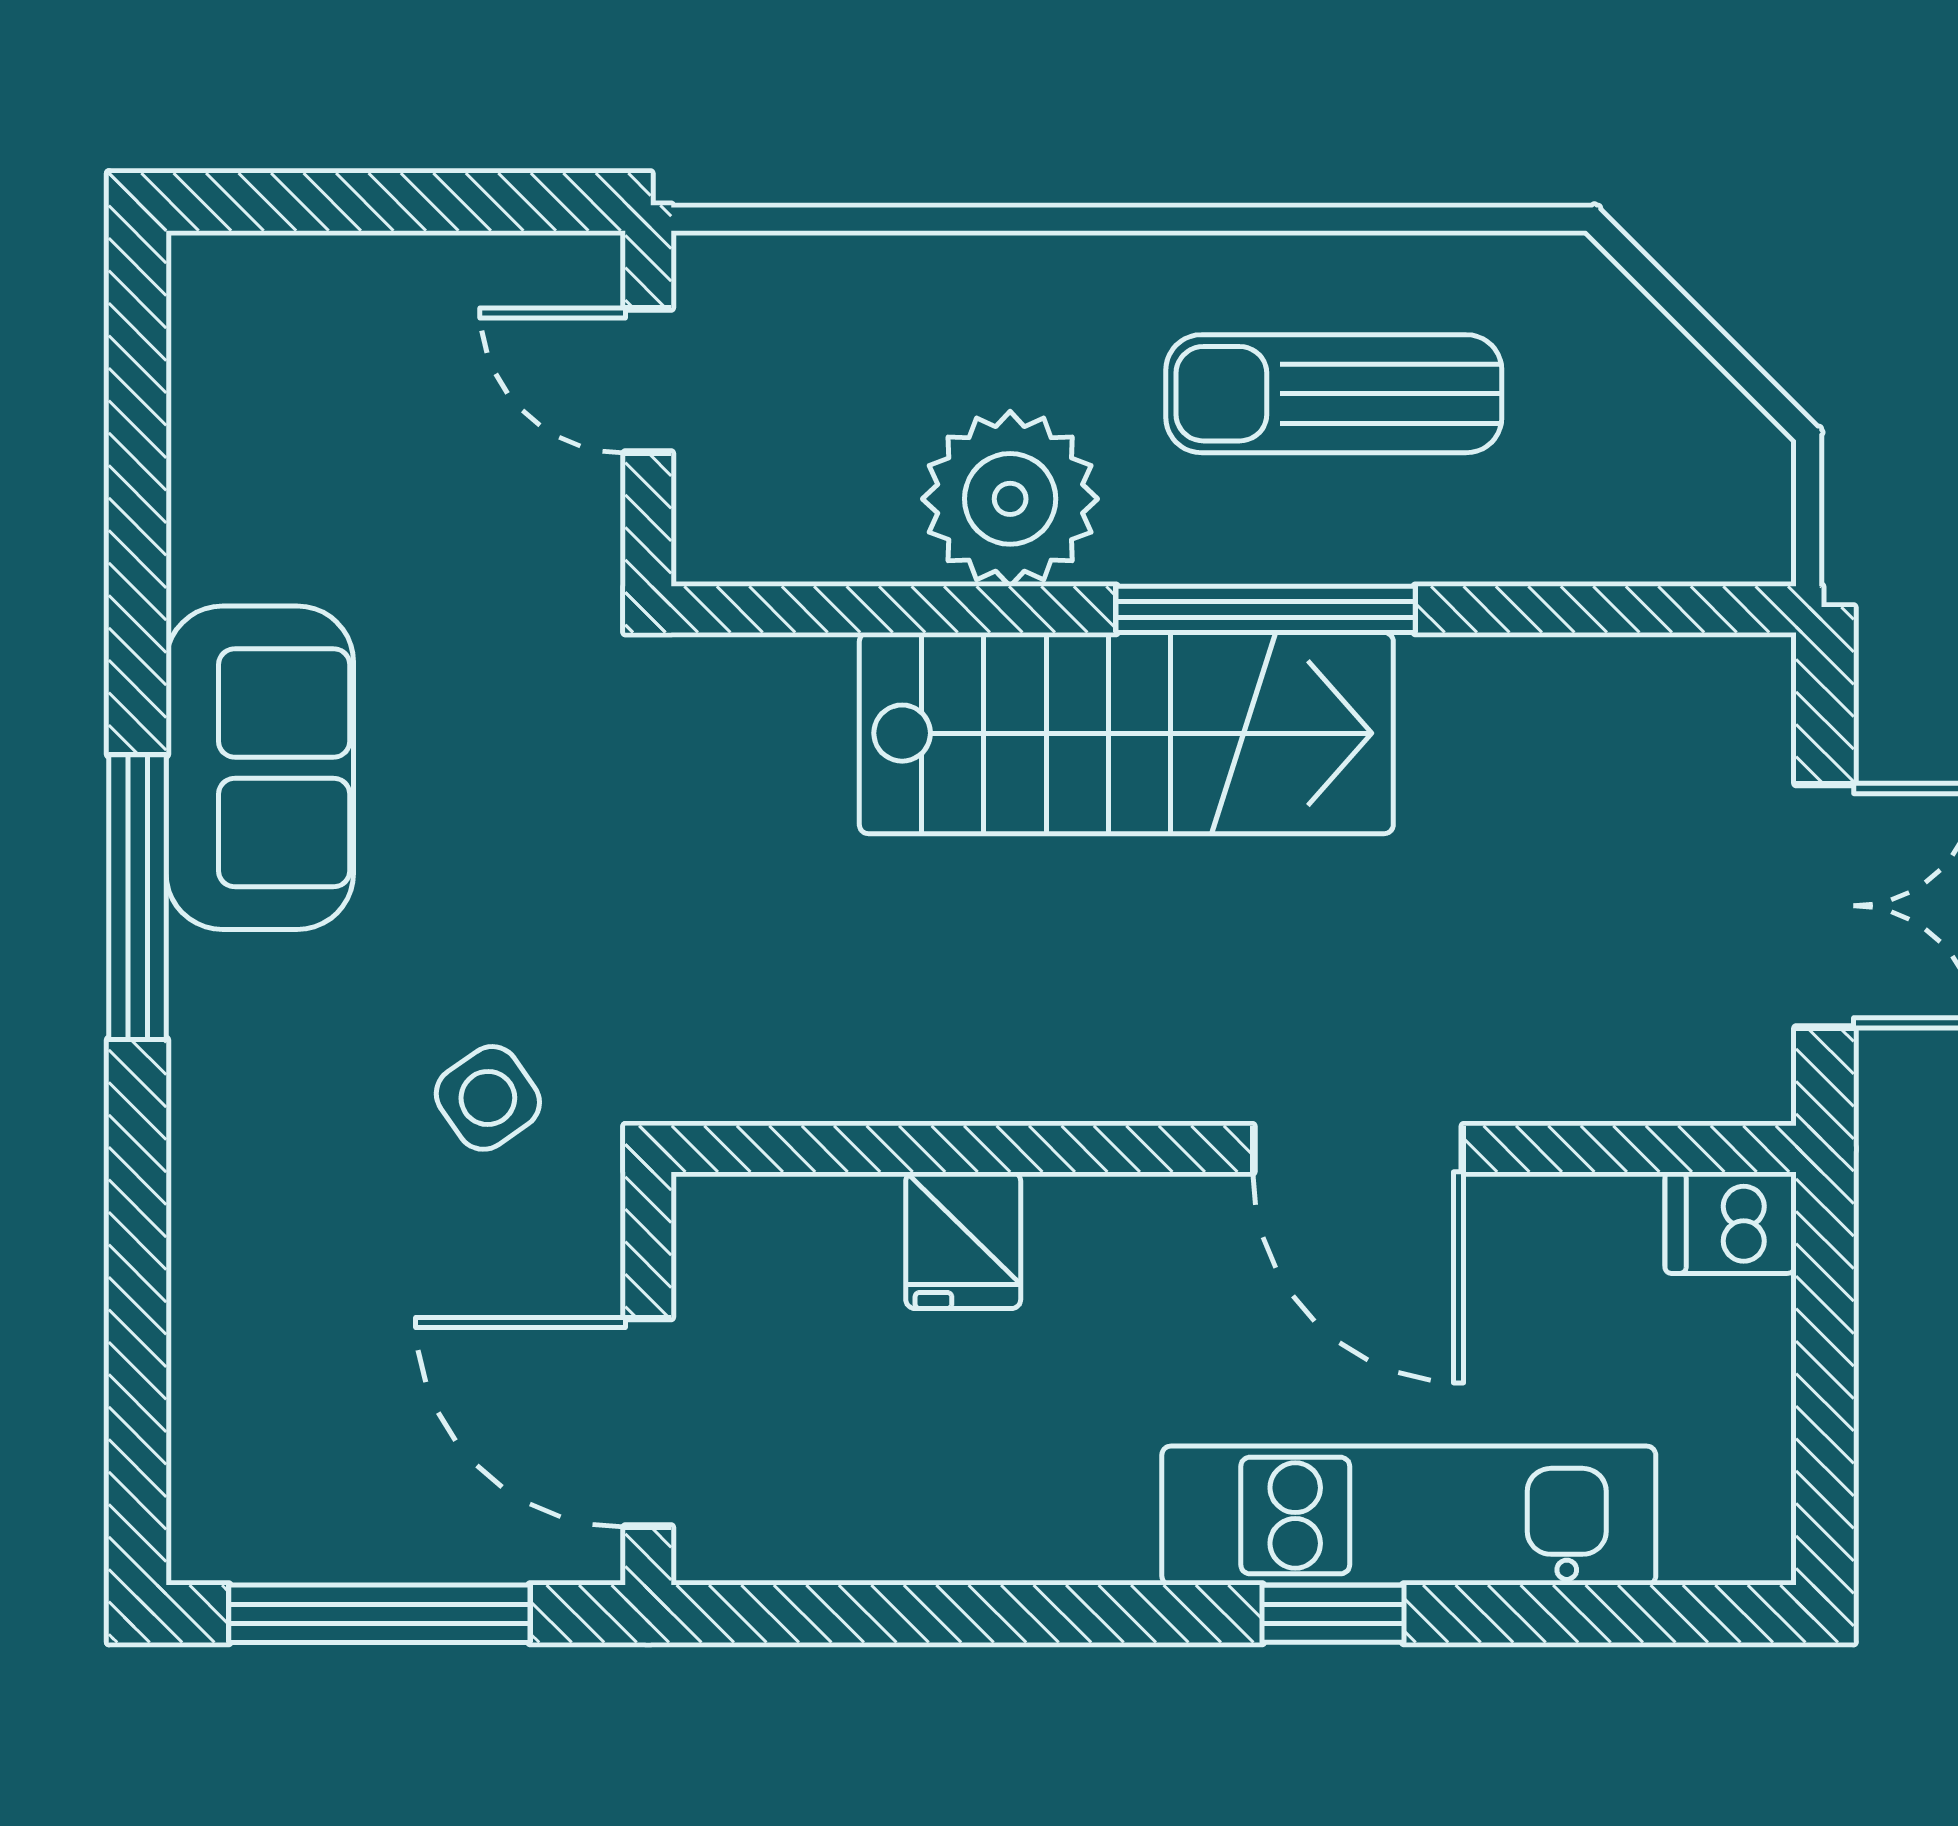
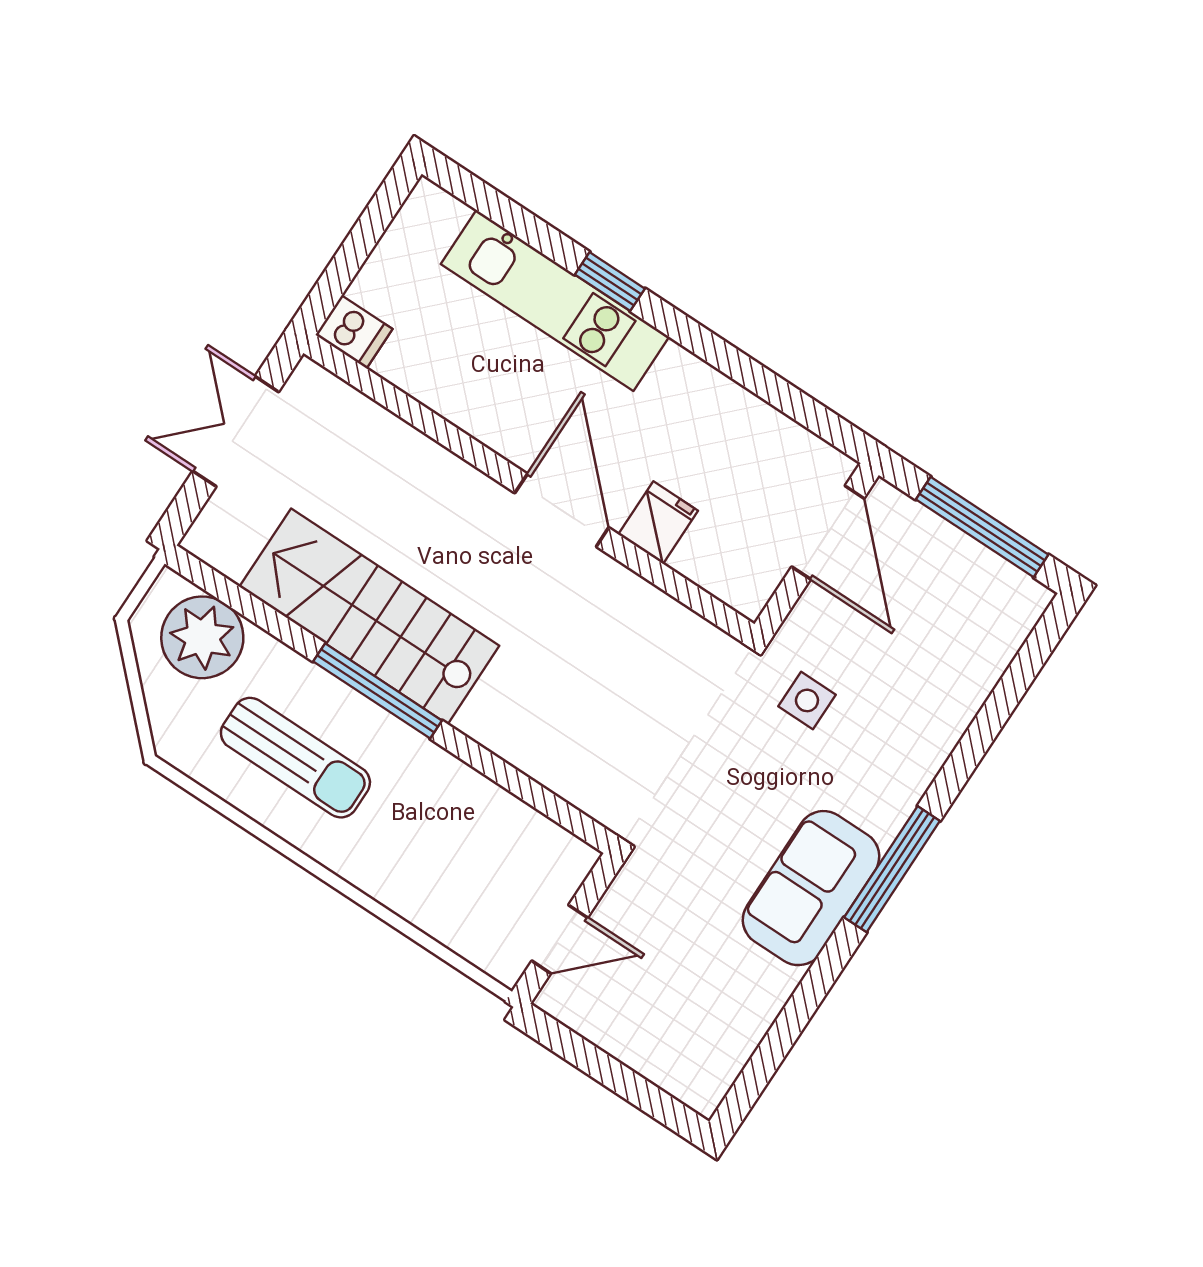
door: (648, 381) -> (560, 939), hinge flipped
plant: (1010, 499) -> (202, 637), moved
stairs: (1126, 733) -> (369, 616), moved
side table: (488, 1098) -> (807, 700), turned 35
door: (1358, 1149) -> (562, 510), moved

